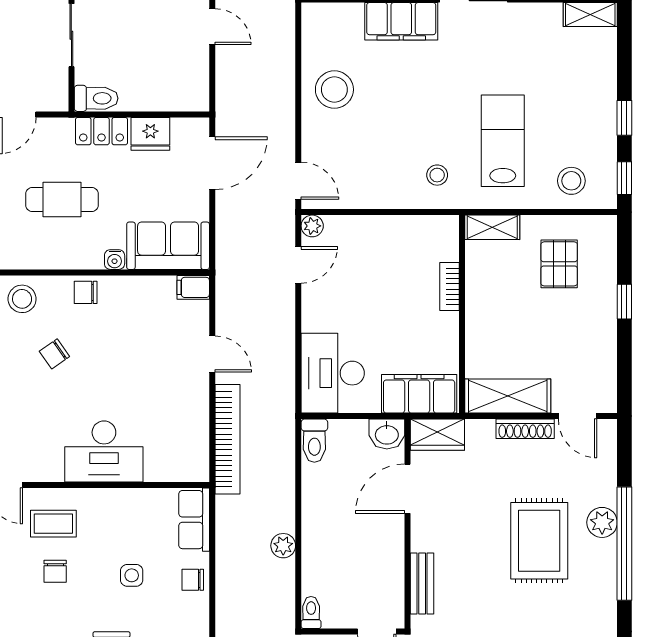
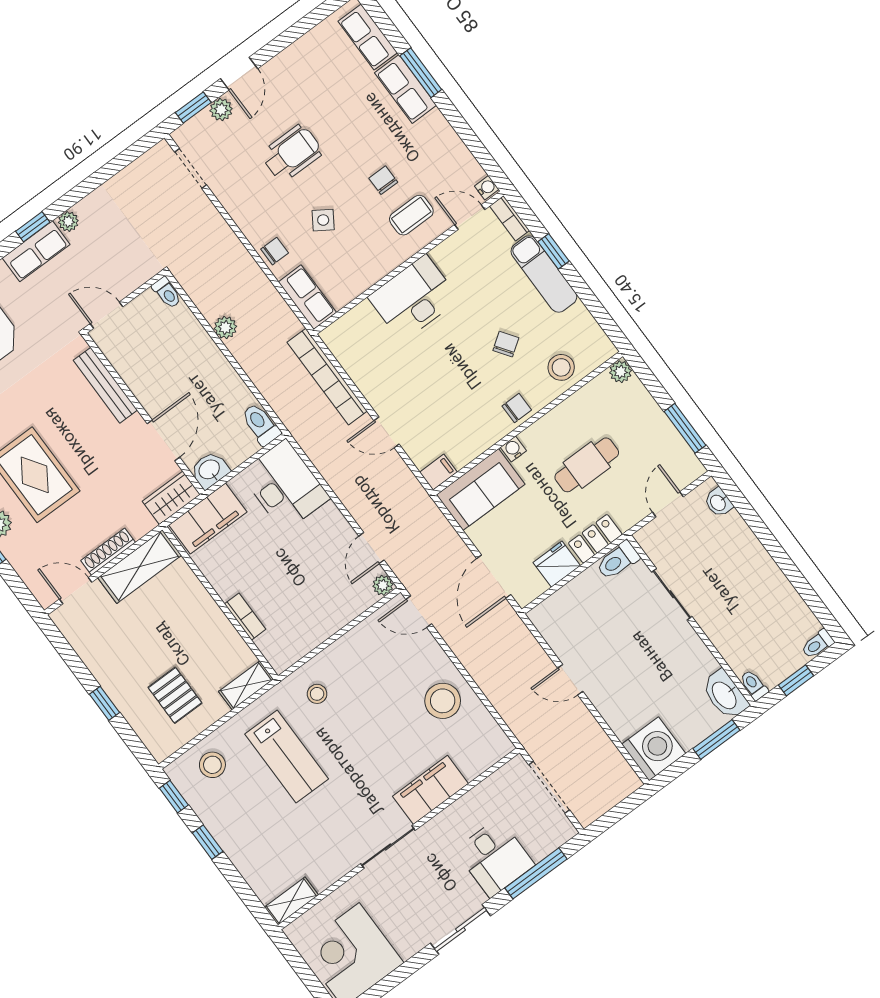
side table: (132, 575) -> (323, 220), turned 33
bench: (422, 584) -> (105, 385), width x1.36

